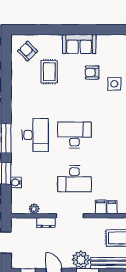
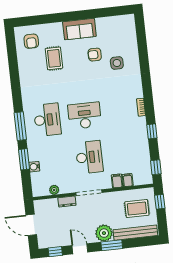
armchair: (28, 51) -> (31, 41), turned -136
desk: (74, 179) -> (89, 157), turned -90

